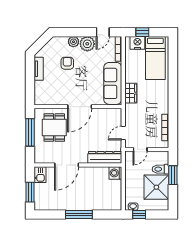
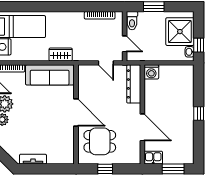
armchair: (67, 63) -> (27, 127), removed
window: (30, 132) -> (105, 169), width x0.46
toilet: (160, 169) -> (132, 21), moved
shower: (156, 187) -> (180, 32), moved
window: (79, 215) -> (199, 114), width x0.46

